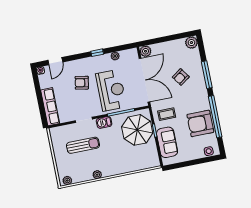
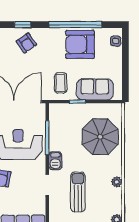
window: (207, 75) -> (23, 25), width x0.46
armchair: (181, 77) -> (26, 43), moved
armchair: (200, 123) -> (80, 44), turned 90
parasol: (137, 130) -> (100, 137), moved

